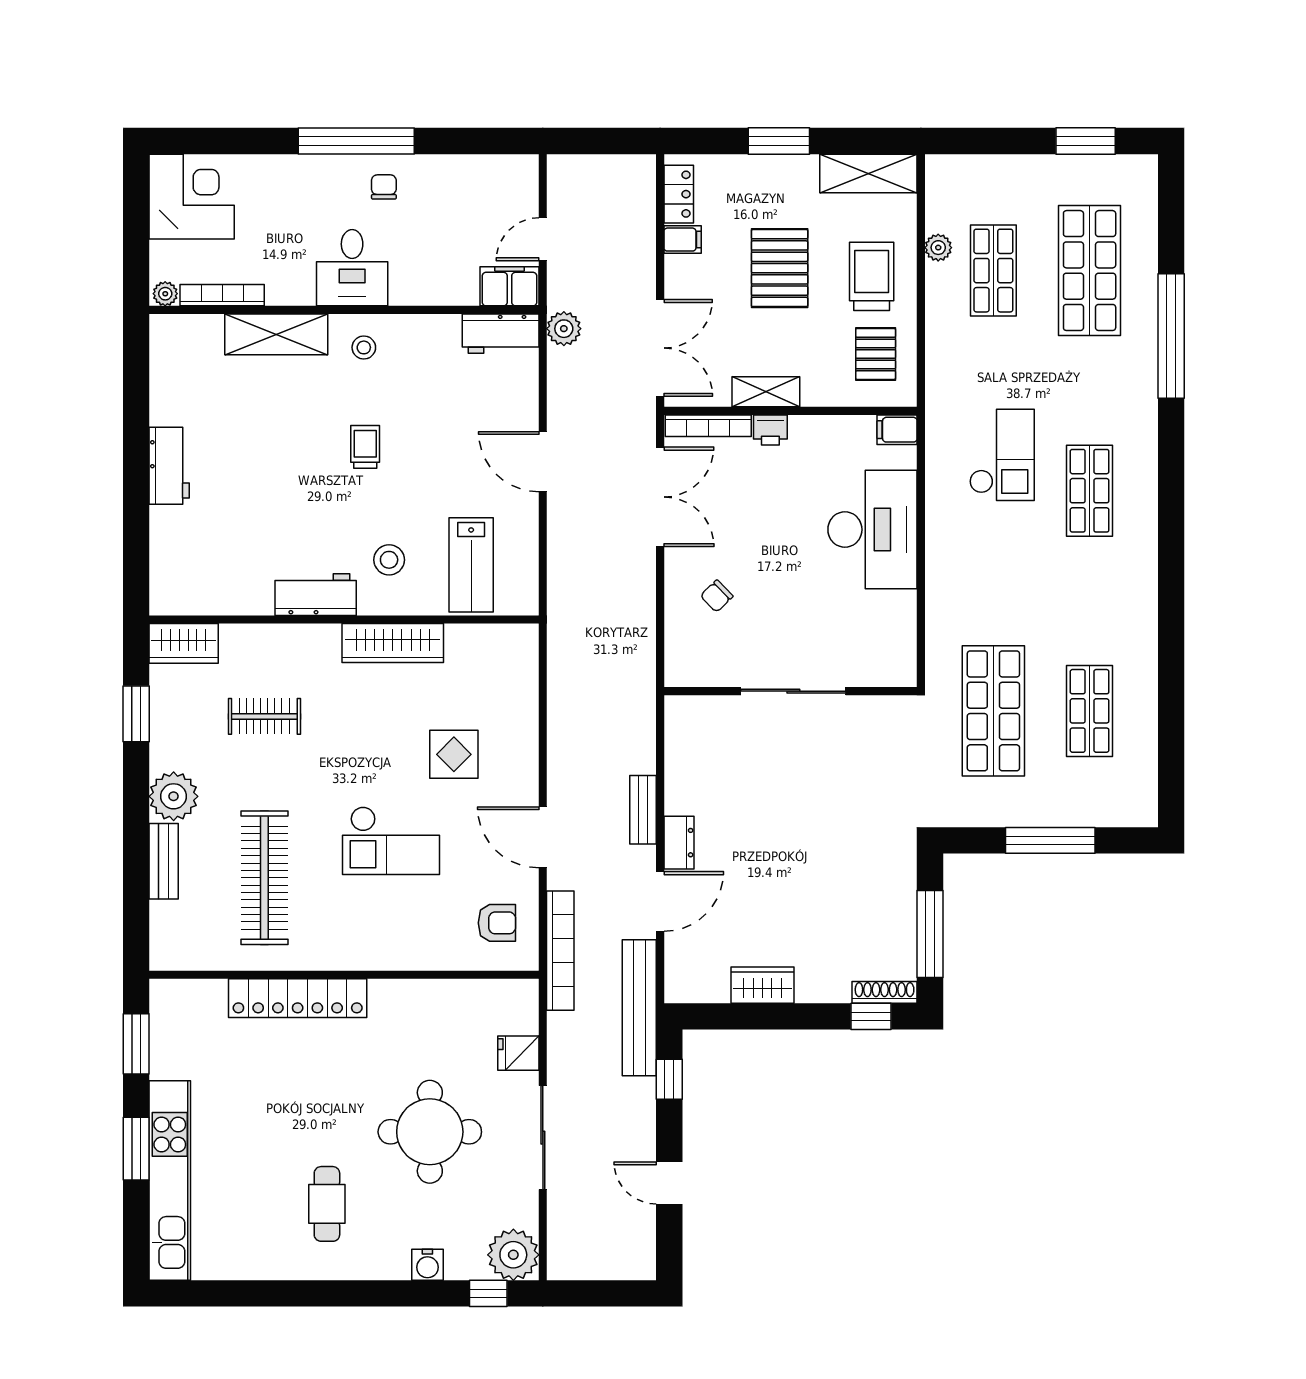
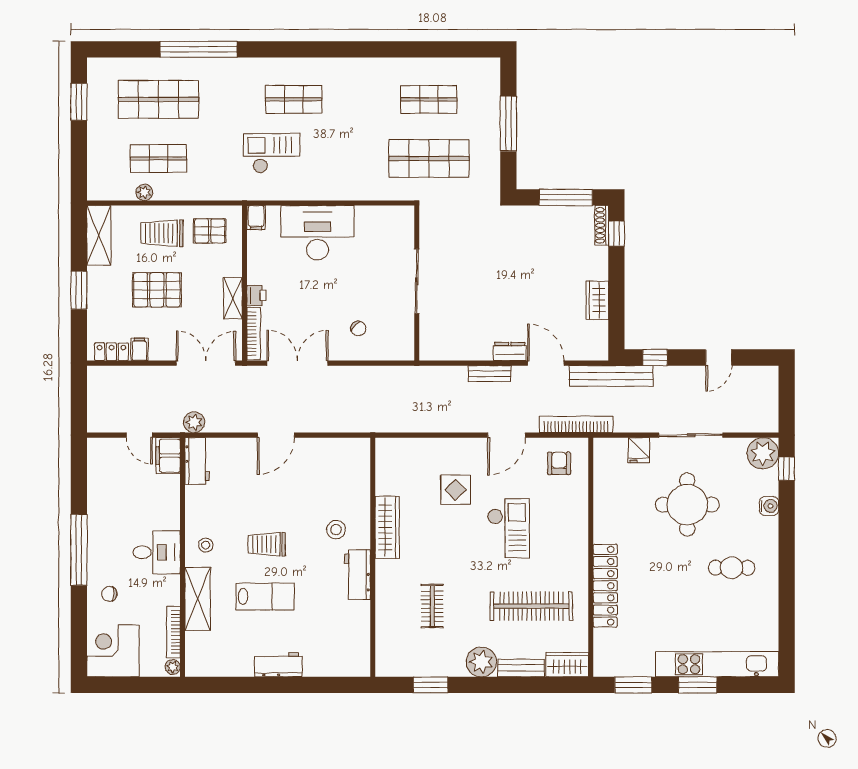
chair: (384, 187) -> (109, 594), moved
trolley: (365, 447) -> (267, 544), width x1.36, depth x1.39
lab bench: (471, 565) -> (265, 597), moved
wardrobe: (184, 643) -> (567, 665), moved, turned -90

